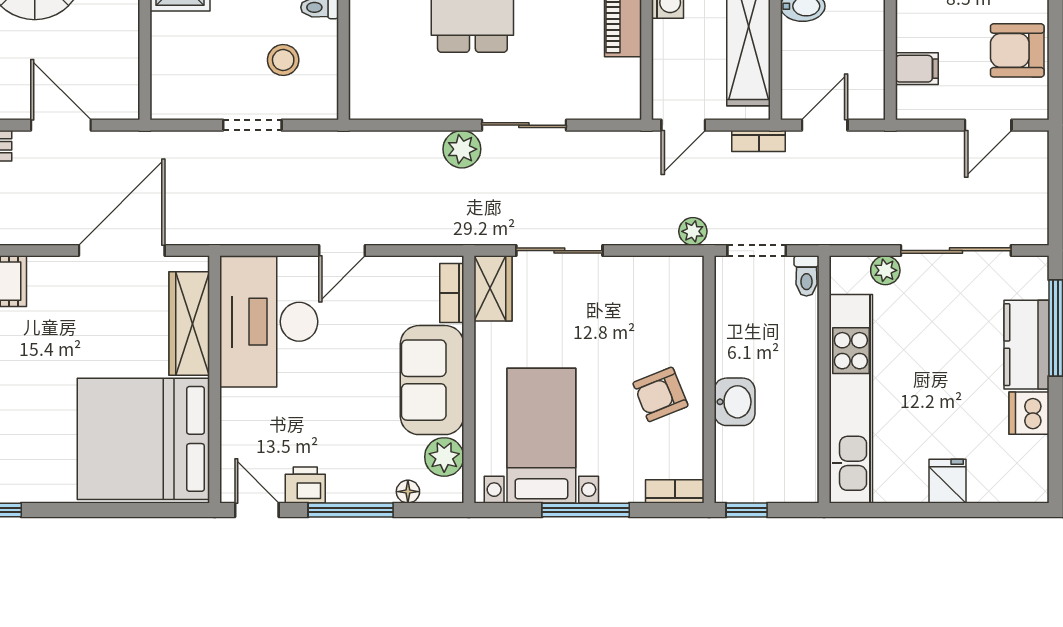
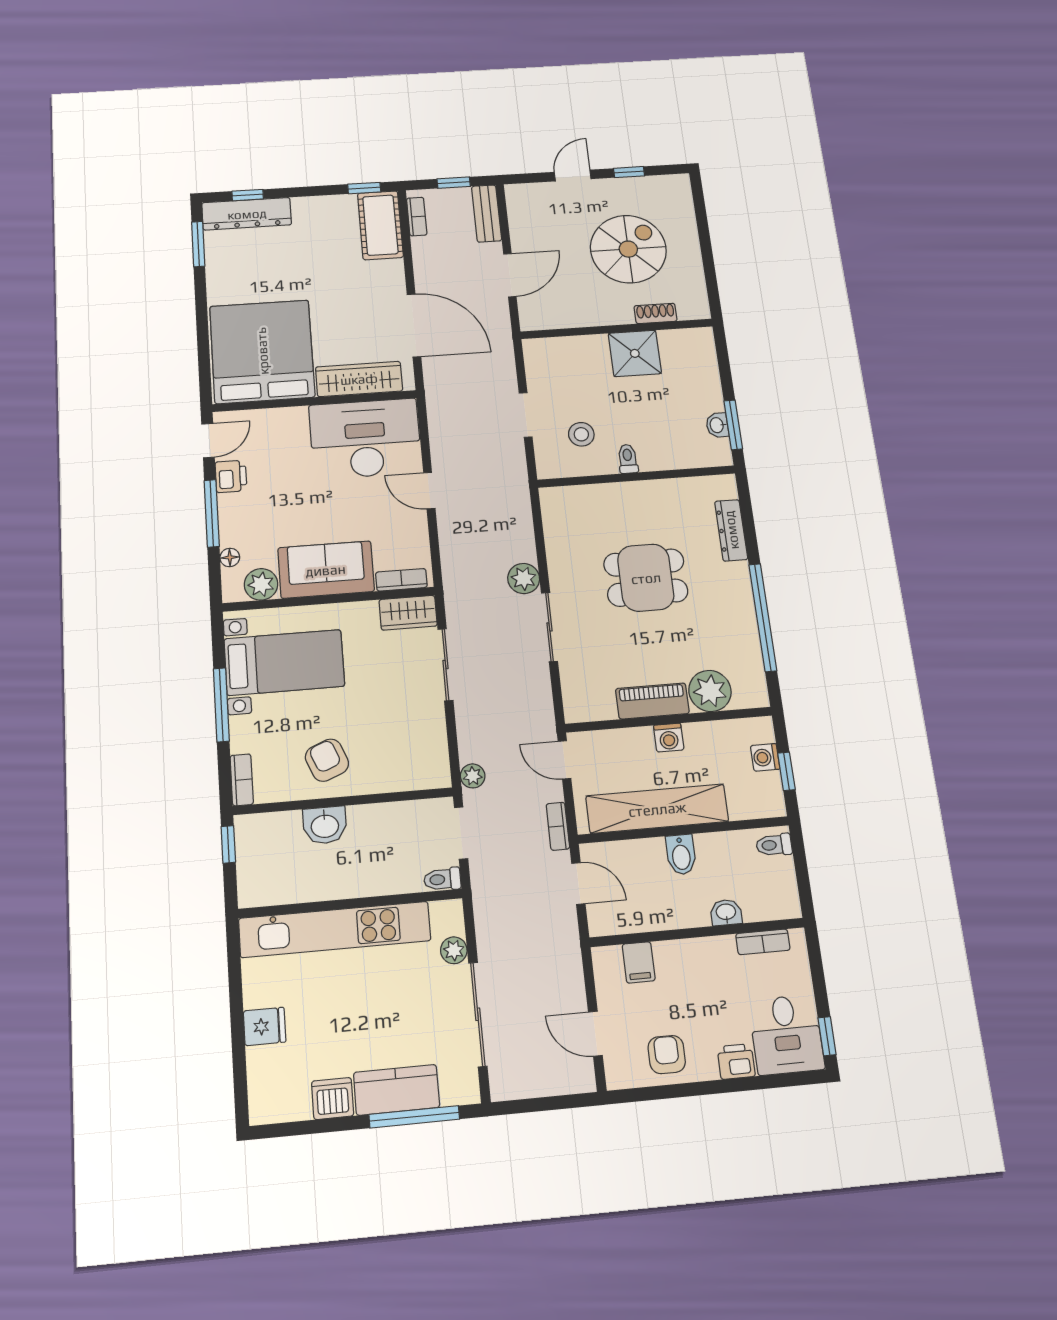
armchair: (1017, 50) -> (667, 1055), width x0.72, depth x0.72

